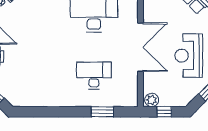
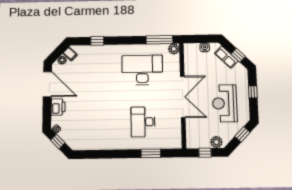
desk: (94, 76) -> (143, 122), turned -90
plant: (152, 100) -> (216, 142), moved

